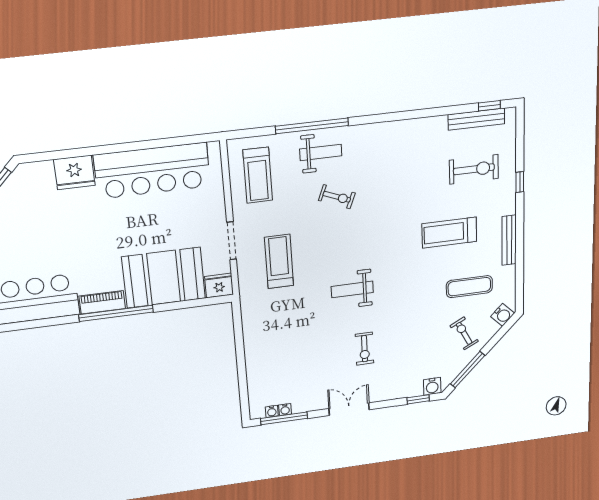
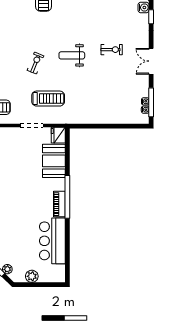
exercise bike: (337, 197) -> (35, 63), moved
treadmill: (279, 261) -> (48, 99), turned 180
booth: (164, 278) -> (54, 161), width x0.73, depth x0.70
weight bench: (352, 289) -> (72, 55), turned 90

